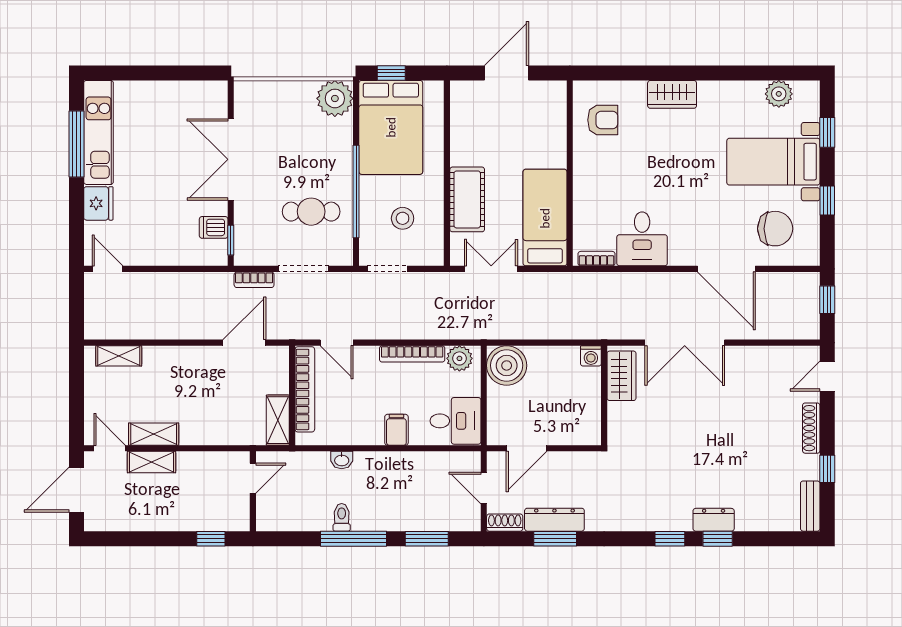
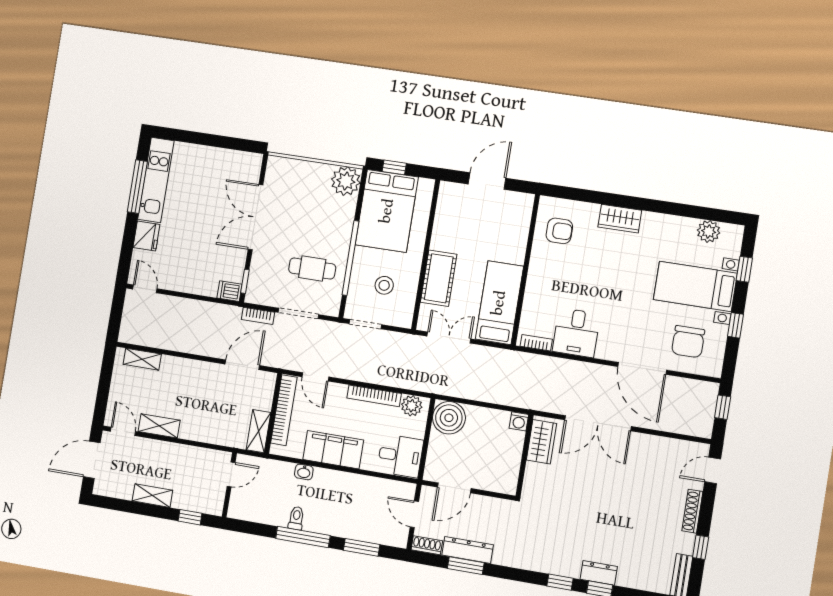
dishwasher: (214, 227) -> (230, 291), moved
chair: (775, 229) -> (688, 342), turned 90
filing cabinet: (396, 430) -> (333, 450), width x3.00, depth x1.17
shelving: (152, 462) -> (152, 496), moved

